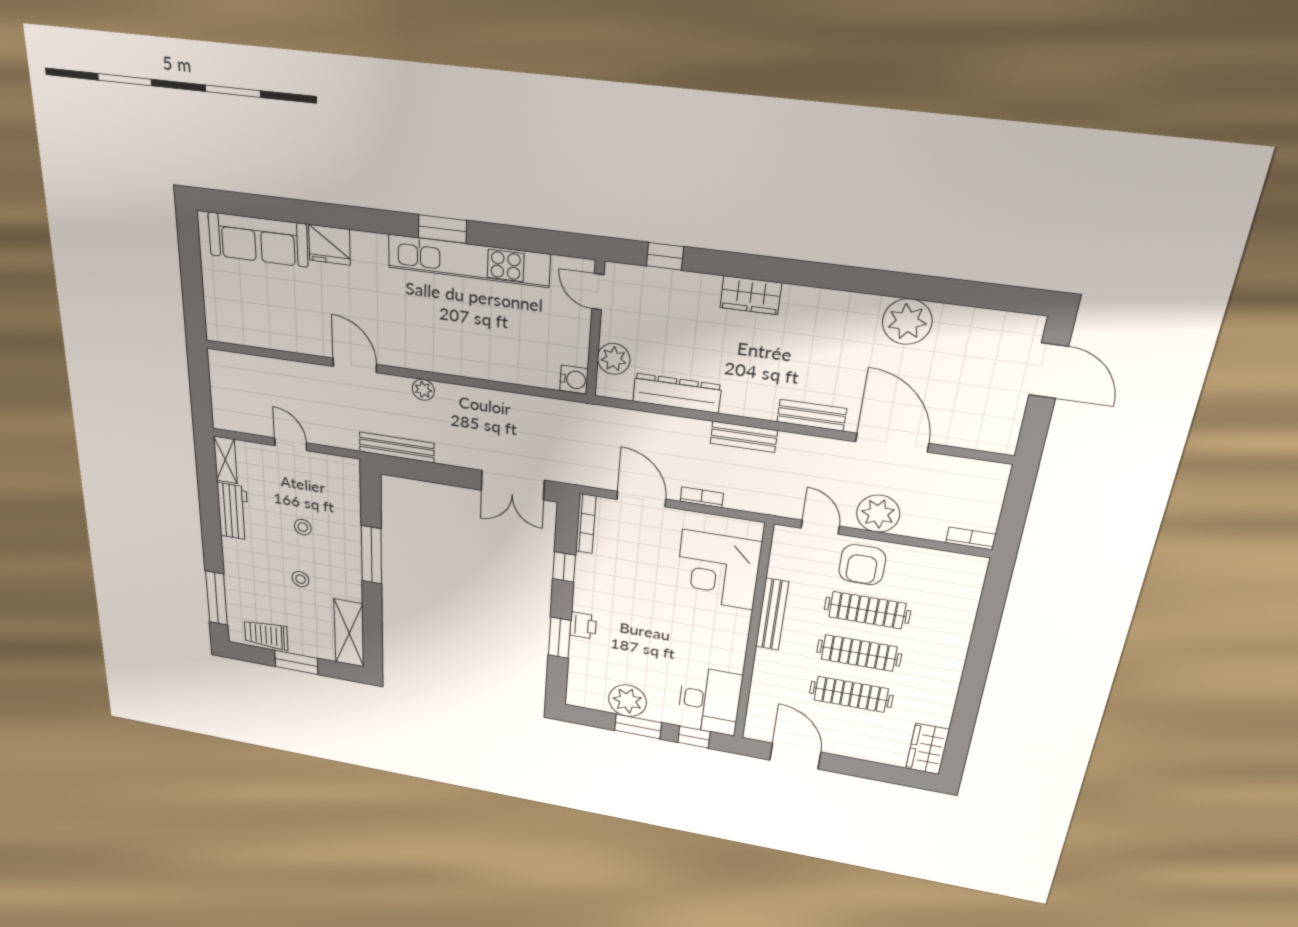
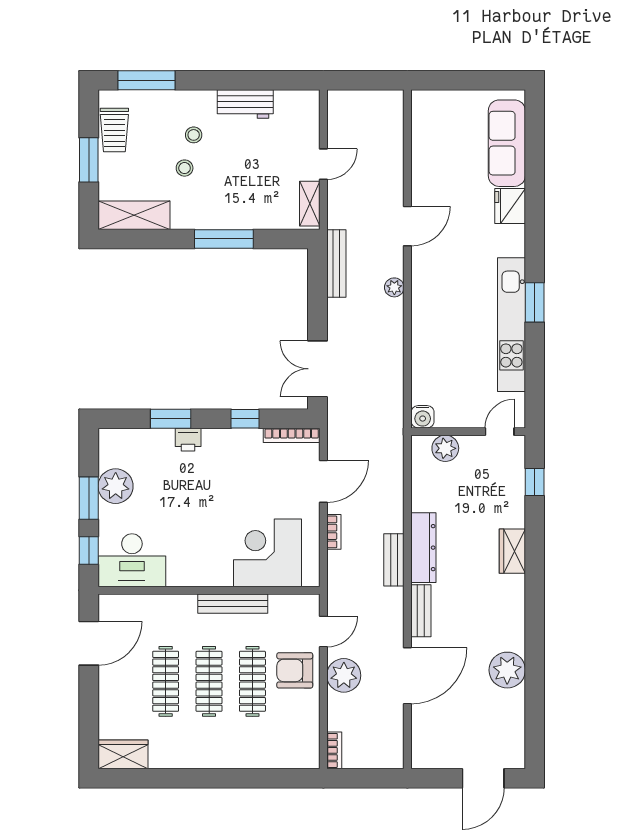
dresser: (677, 393) -> (423, 548), moved
shelving: (225, 460) -> (310, 204), moved, turned 90
stool: (303, 527) -> (194, 135), moved
trolley: (266, 635) -> (114, 130), turned 180

